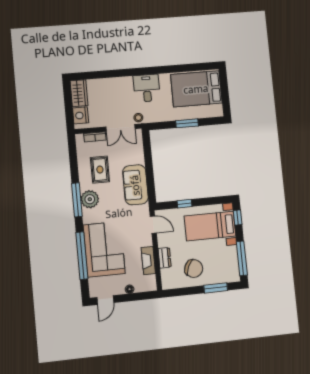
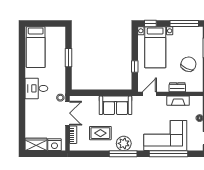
bed: (196, 89) -> (36, 47), width x0.67

